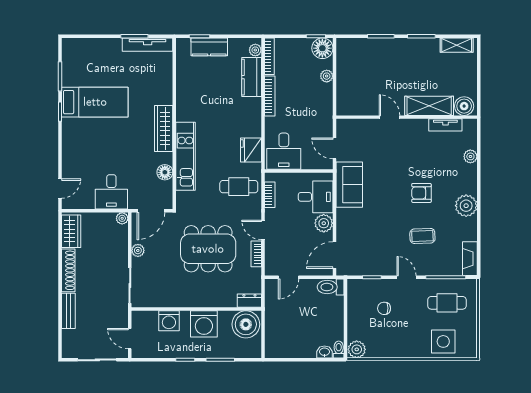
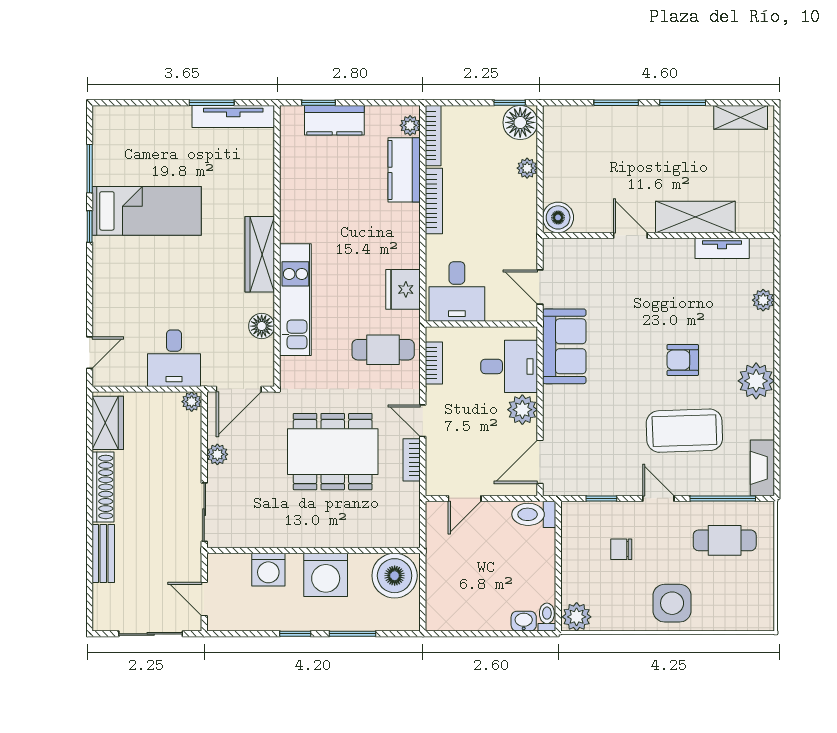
boiler: (464, 106) -> (558, 217), moved
coffee table: (422, 236) -> (684, 431), width x1.86, depth x1.72
dresser: (249, 301) -> (400, 537), removed
side table: (443, 341) -> (672, 603), moved

